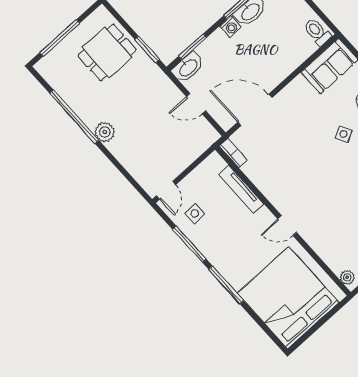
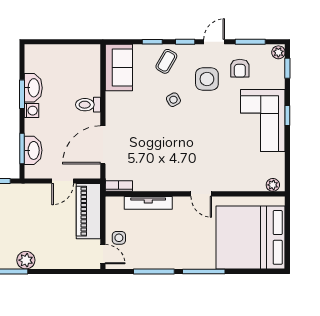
toilet: (317, 32) -> (88, 105), moved
washbasin: (188, 67) -> (33, 150), moved
piano: (190, 147) -> (88, 211), added
side table: (195, 213) -> (119, 238), moved
door: (287, 226) -> (201, 194), hinge flipped

